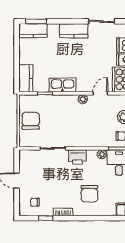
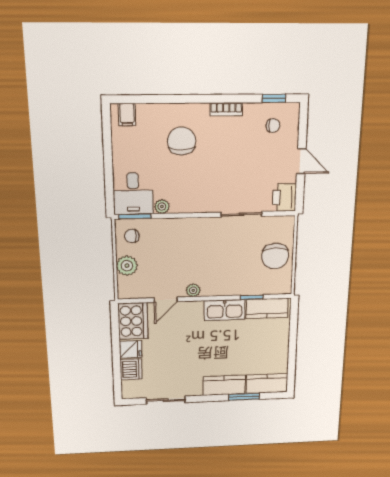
window: (36, 21) -> (244, 397), moved
kitchen counter: (74, 31) -> (224, 385), moved
kitchen counter: (26, 78) -> (267, 308), moved, turned -90
printer: (77, 157) -> (284, 197), moved, turned -90
window: (46, 218) -> (274, 98), moved

